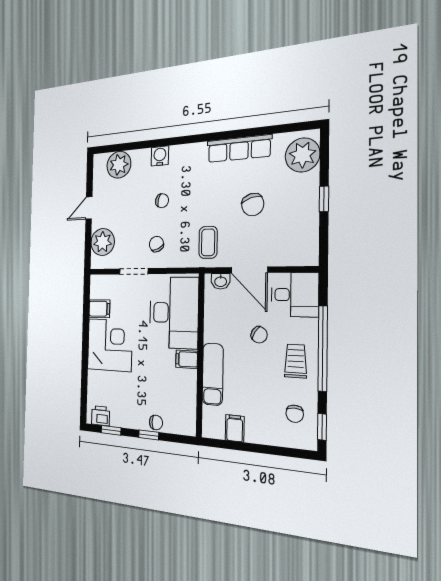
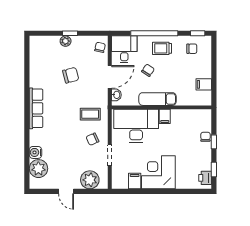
row of seats: (239, 149) -> (36, 108), moved
plant: (302, 155) -> (66, 41), moved, width x0.53, depth x0.53
water cooler: (160, 156) -> (35, 152), moved
chair: (162, 201) -> (100, 47), moved
coffee table: (208, 242) -> (90, 114), moved
exam couch: (213, 374) -> (158, 99), moved

